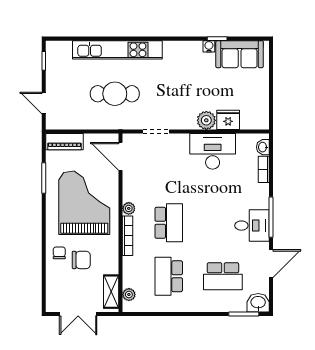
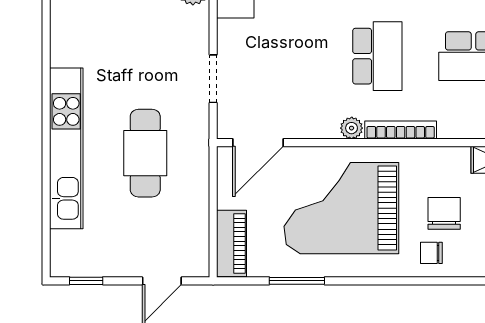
school desk: (169, 223) -> (377, 56), turned 90

